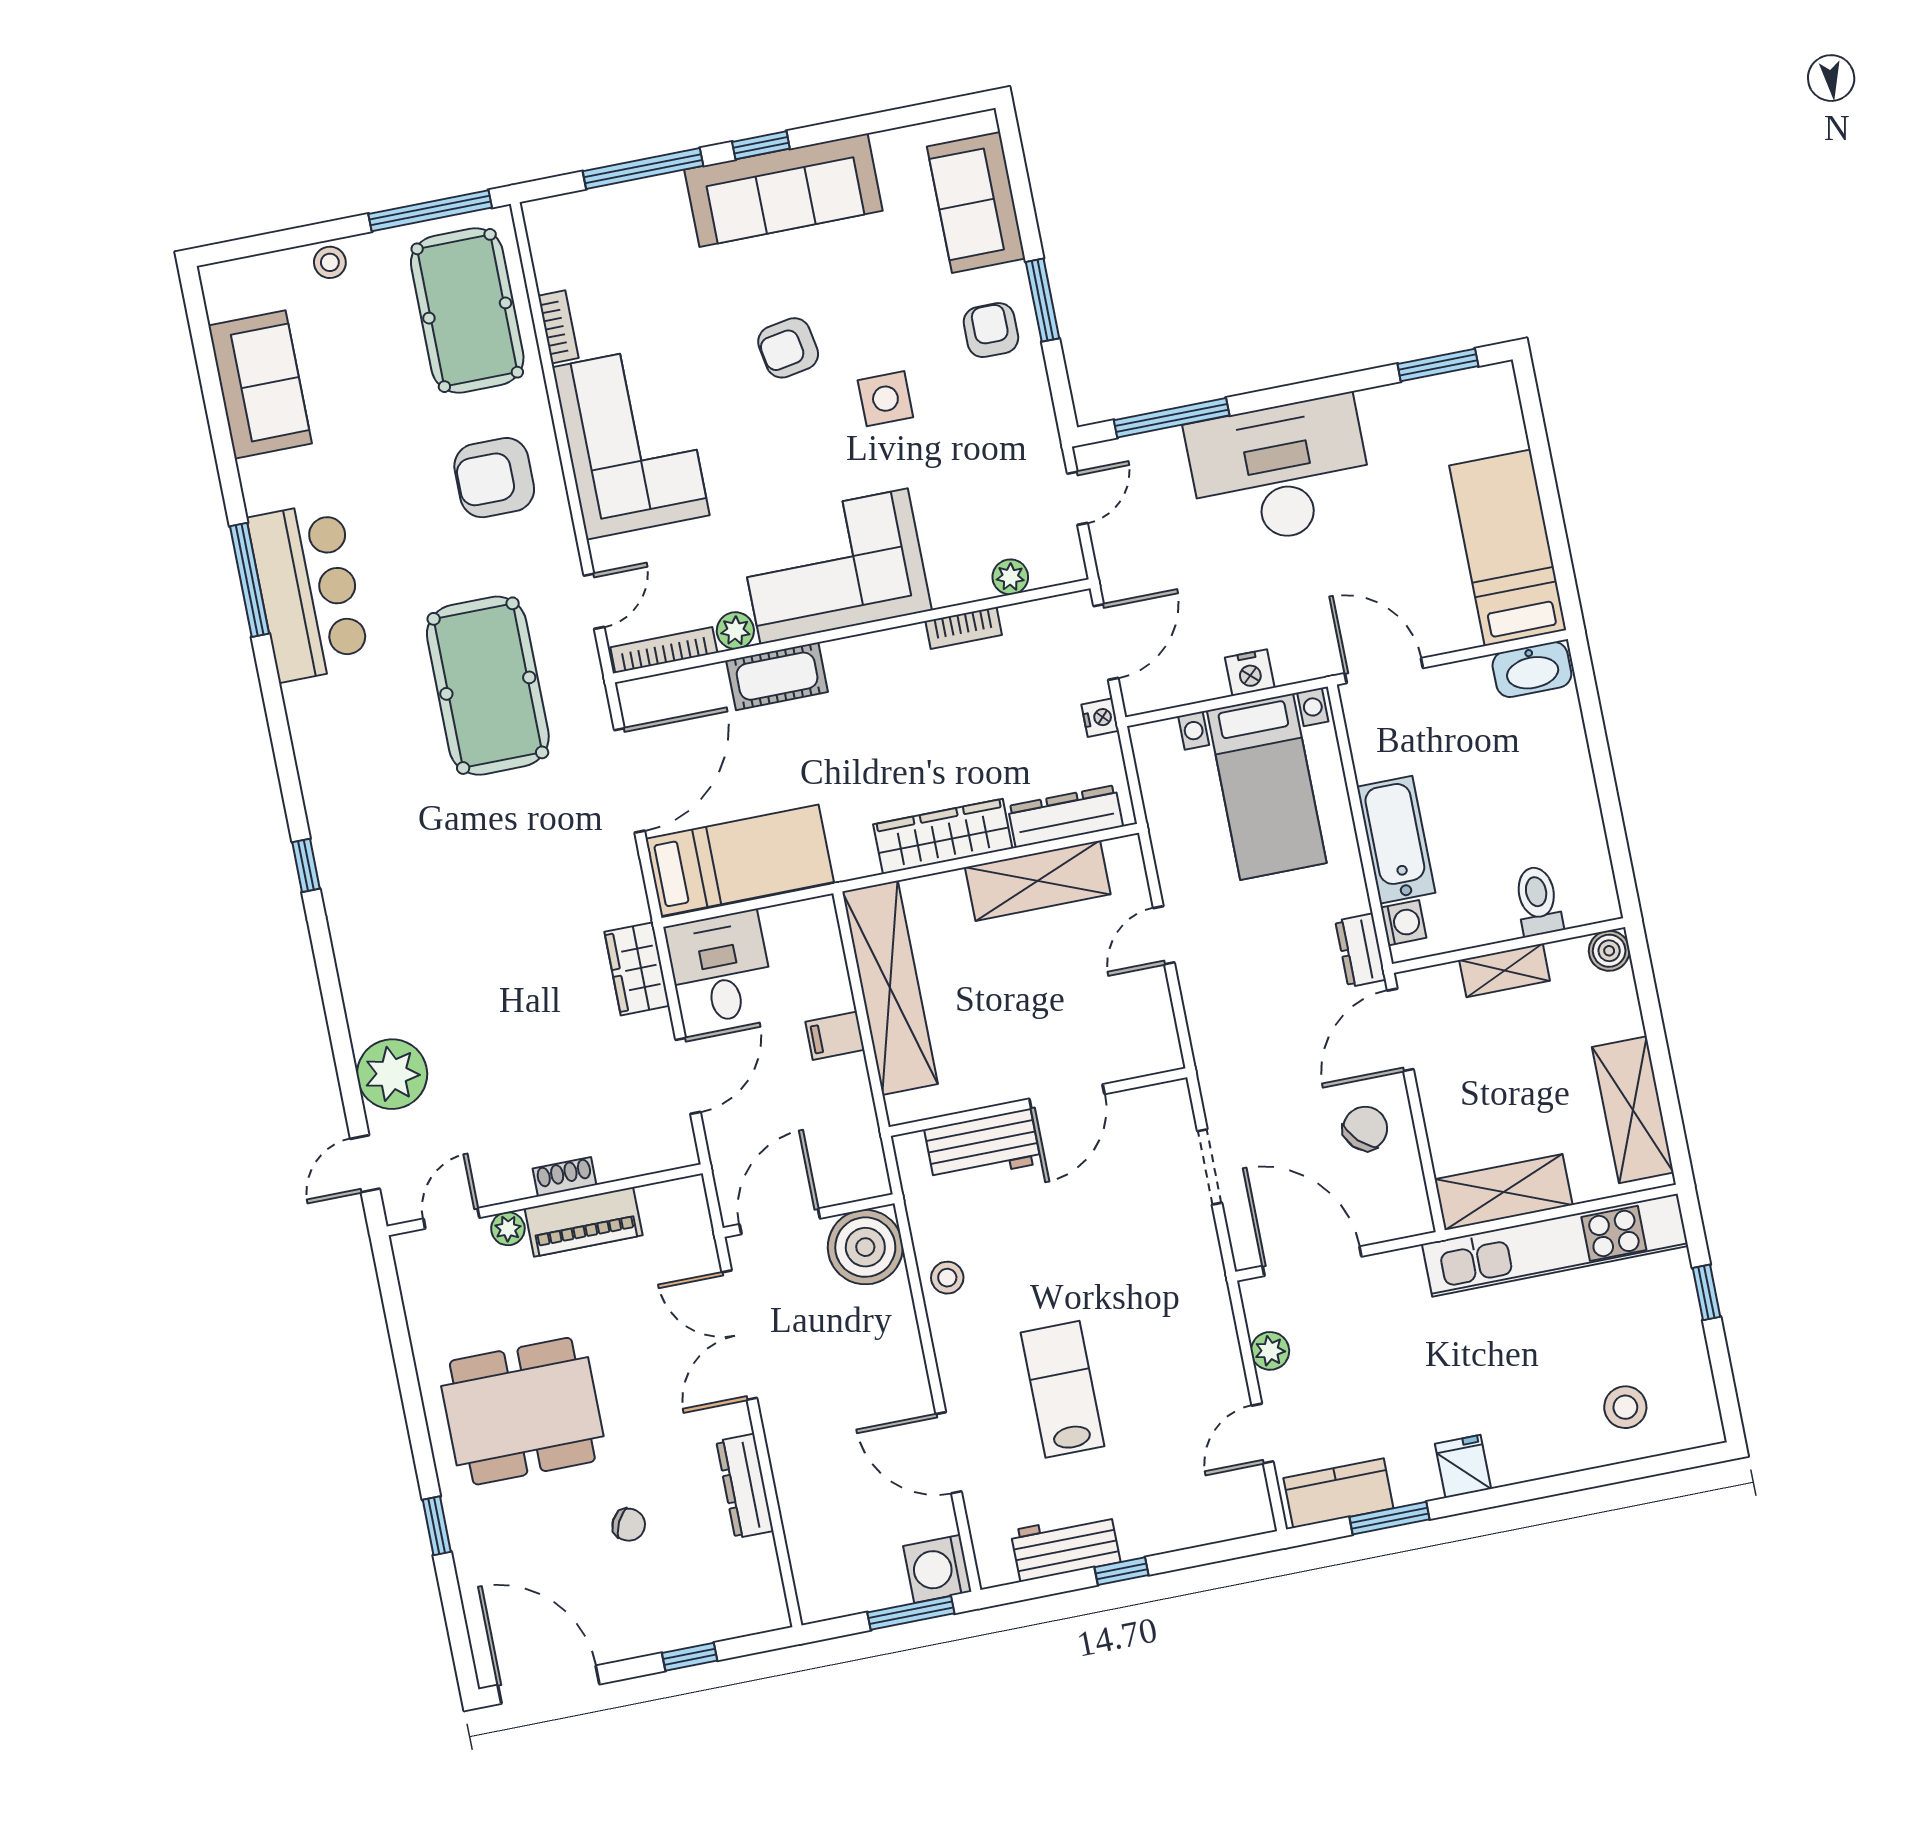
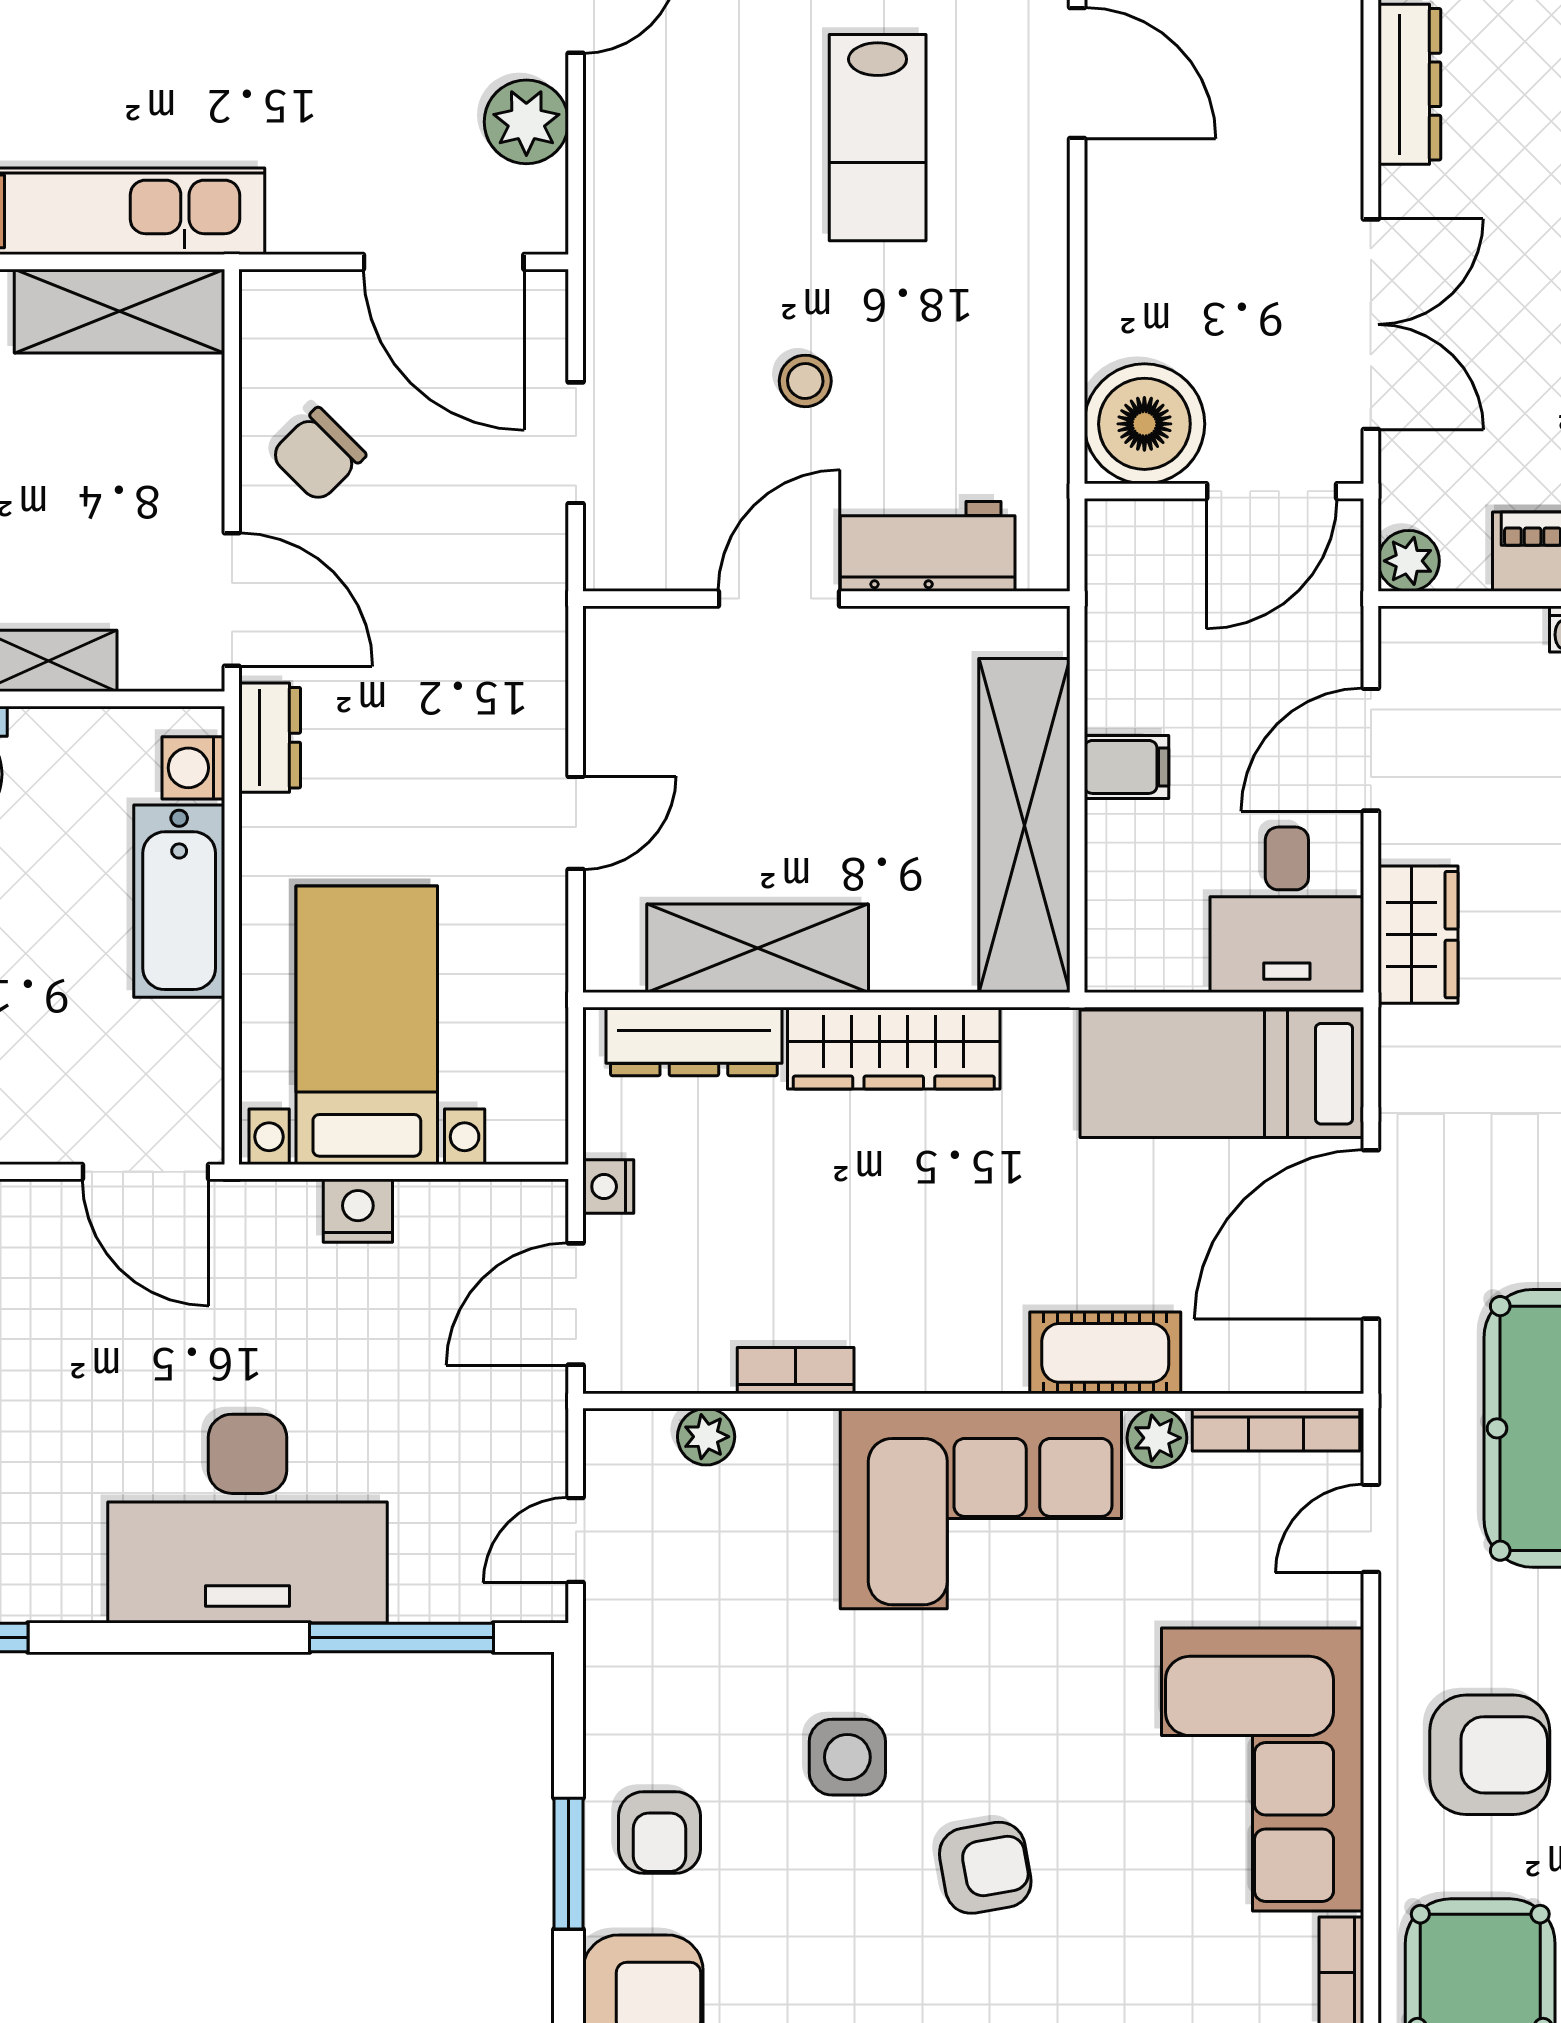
door: (1400, 1030) -> (232, 600), hinge flipped
plant: (688, 1195) -> (1409, 561), added
stool: (947, 1278) -> (805, 381), moved
plant: (1270, 1351) -> (526, 122), width x1.38, depth x1.38

